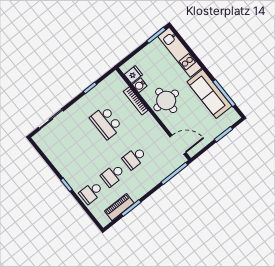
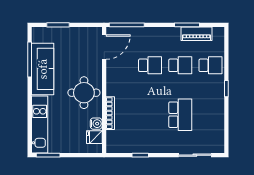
school desk: (106, 122) -> (180, 115), moved
door: (178, 145) -> (104, 47), swing flipped

